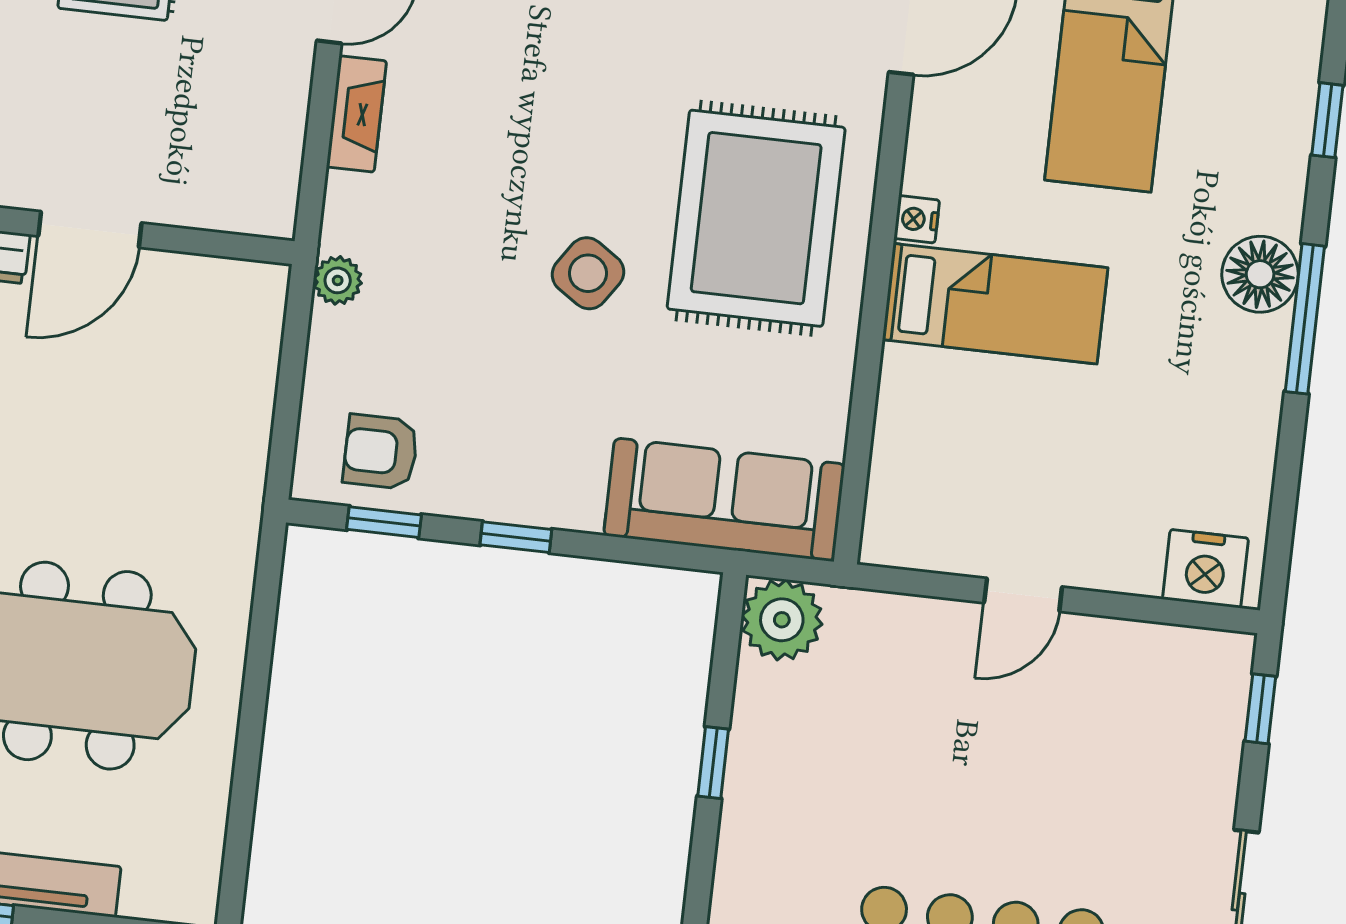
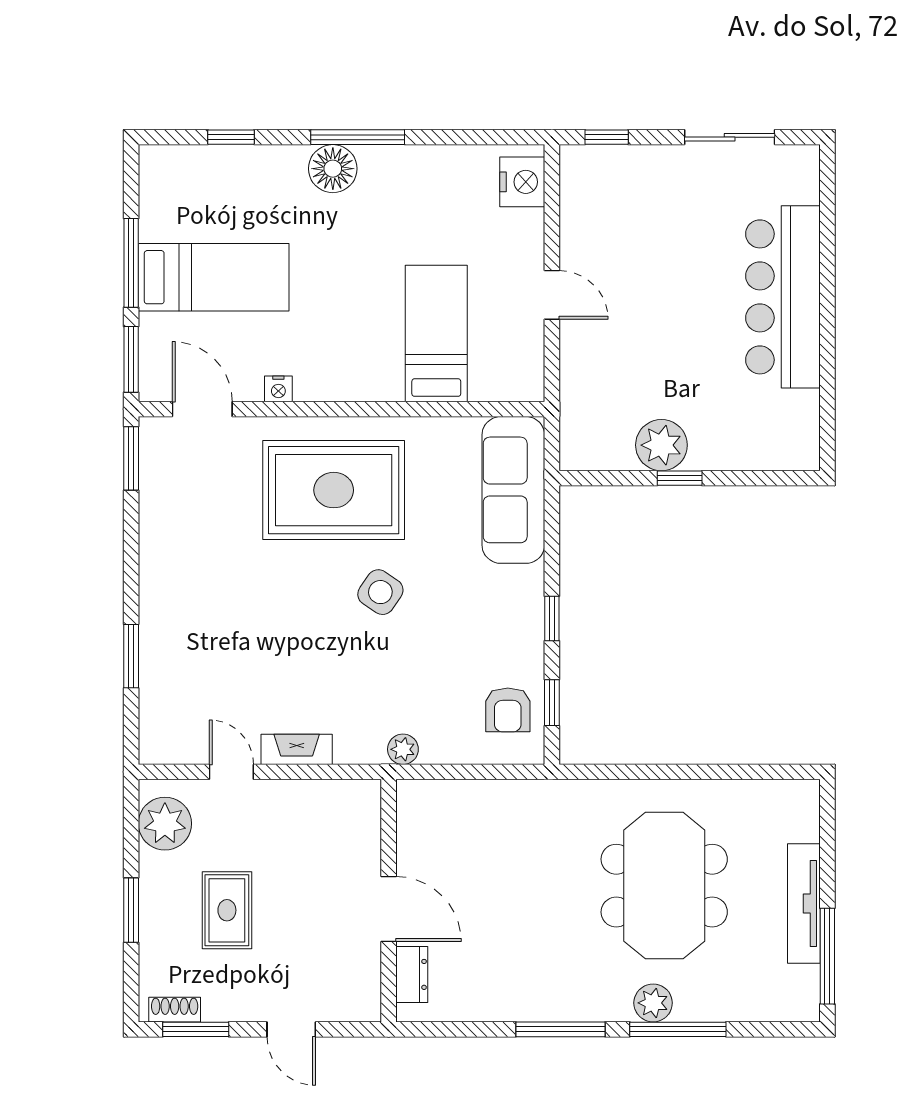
nightstand: (917, 219) -> (278, 389), moved
bed: (995, 304) -> (436, 333), moved
plant: (782, 620) -> (661, 445), moved

